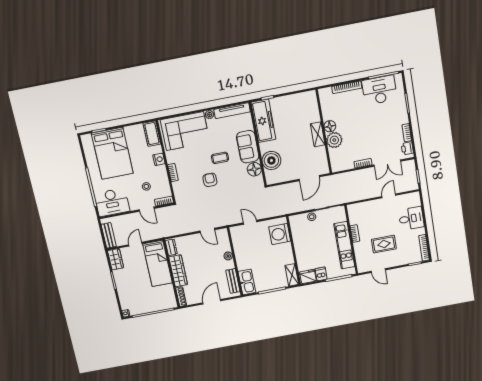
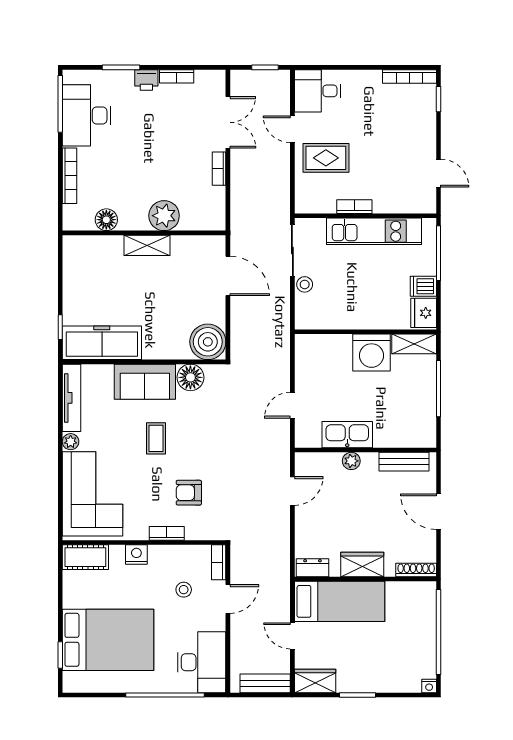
floor lamp: (330, 126) -> (106, 220), moved
printer: (407, 148) -> (146, 80), moved
boiler: (271, 160) -> (208, 342), moved
armchair: (210, 180) -> (189, 493), moved
desk: (411, 218) -> (318, 91), moved, turned -90
washing machine: (280, 234) -> (372, 353), moved
rug: (384, 244) -> (326, 158), moved, turned 90
wardrobe: (178, 271) -> (362, 564), width x0.67
door: (378, 271) -> (439, 173), hinge flipped
kitchen sink: (247, 282) -> (347, 435), moved

